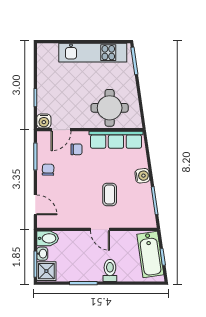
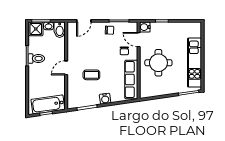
round table: (110, 108) -> (158, 63), moved
toilet: (110, 270) -> (36, 59), moved

